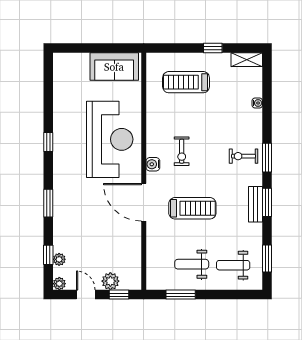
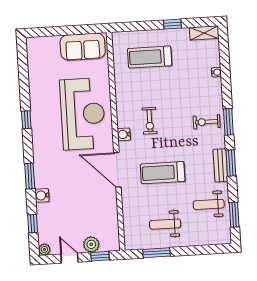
treadmill: (192, 208) -> (163, 173), turned 180
water cooler: (60, 225) -> (42, 195), added
plant: (59, 259) -> (43, 227), removed
weight bench: (233, 265) -> (209, 204), moved

